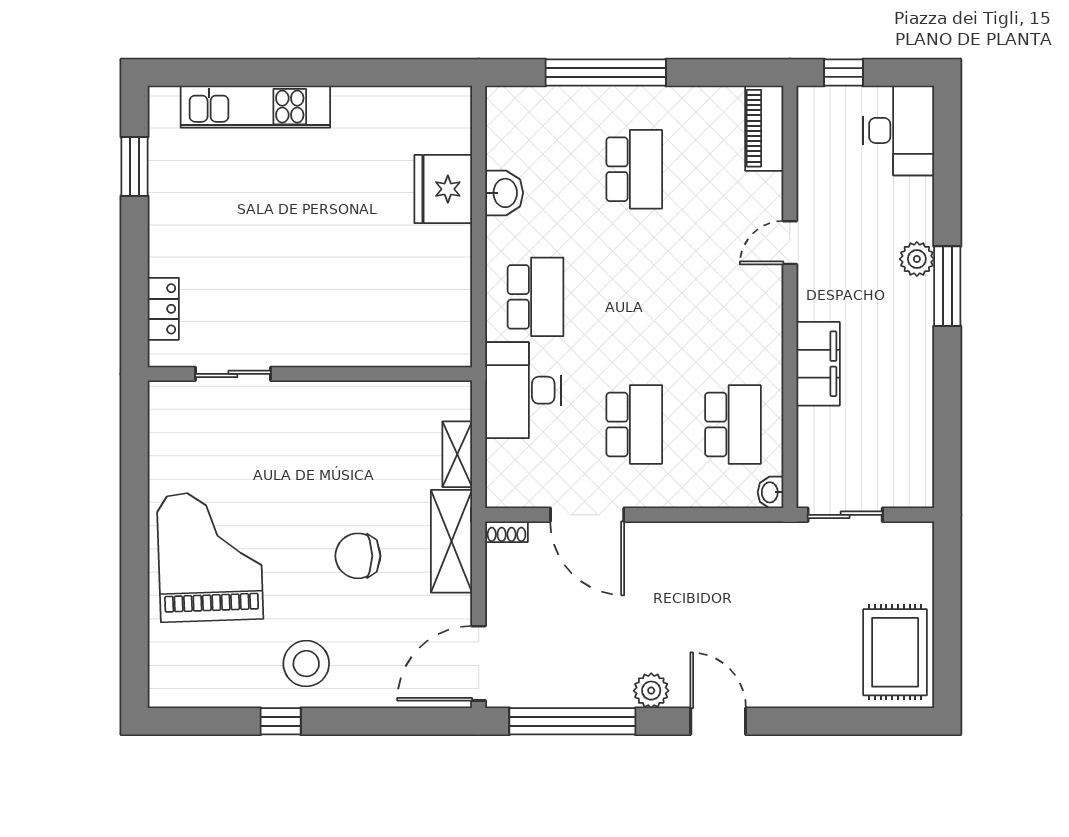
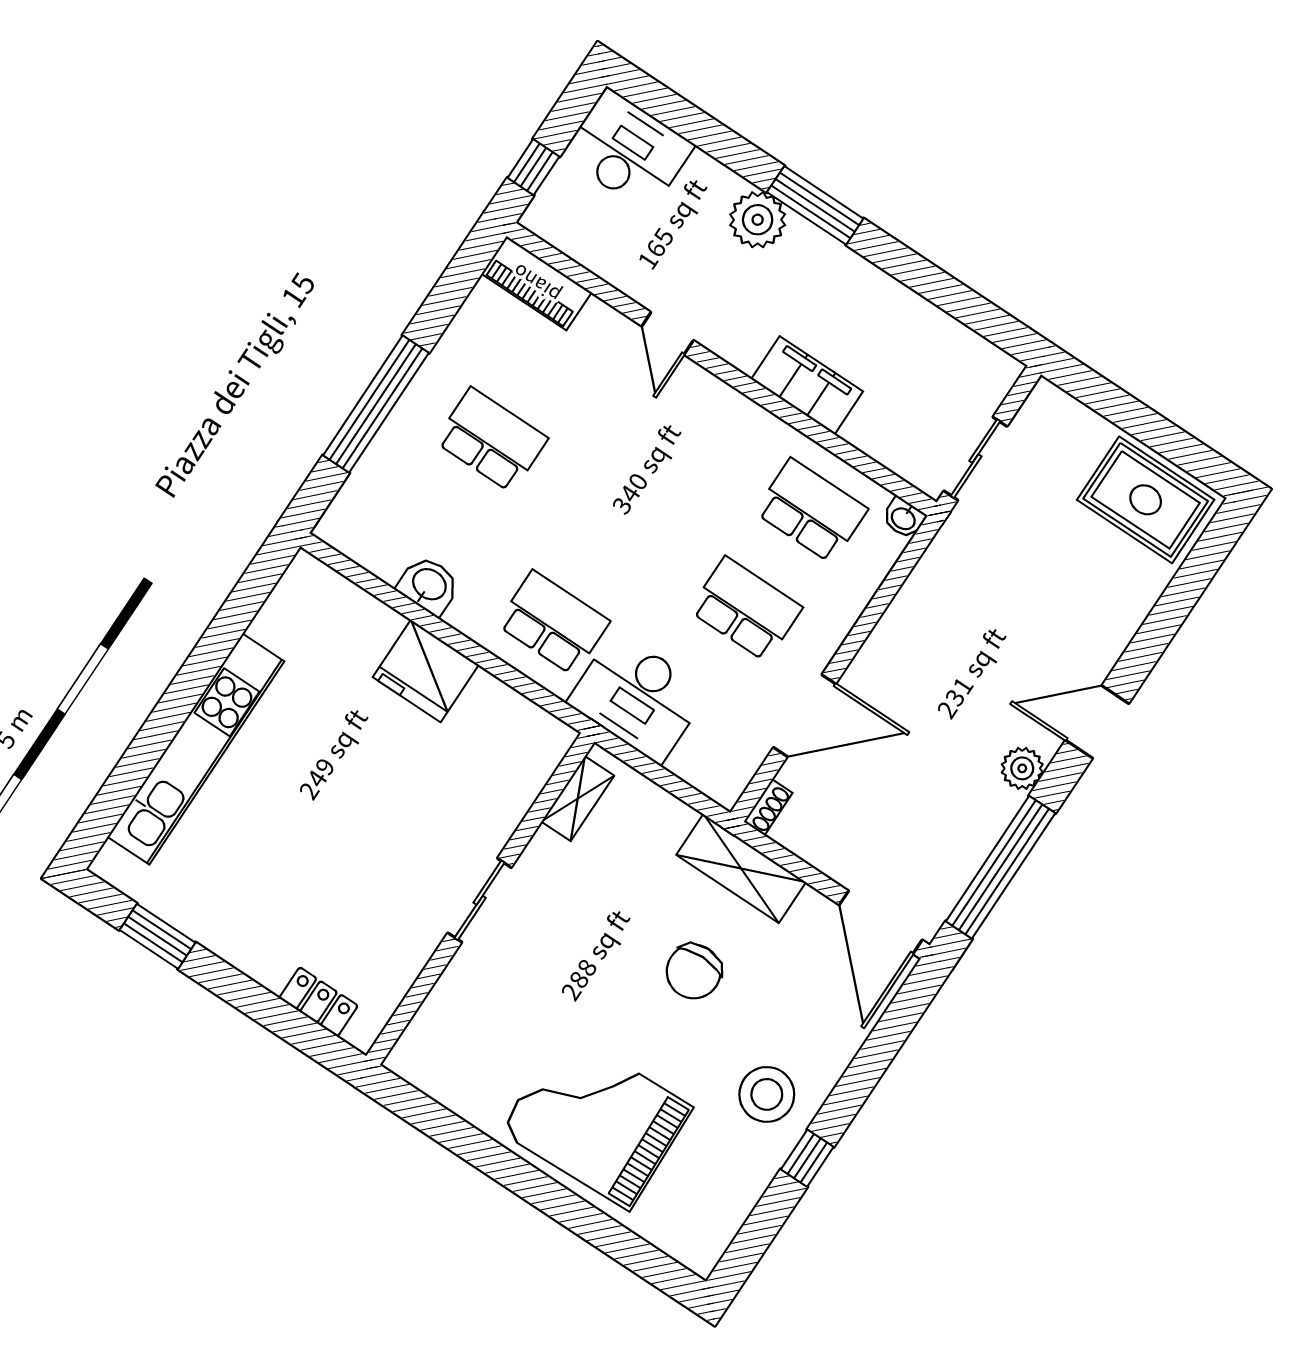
kitchen unit: (255, 107) -> (196, 749), width x1.36
fridge: (443, 189) -> (426, 671), moved
plant: (917, 259) -> (758, 220), width x1.36, depth x1.36
sliding door: (233, 374) -> (480, 900), moved
shelving: (457, 454) -> (578, 799), moved, turned 90

